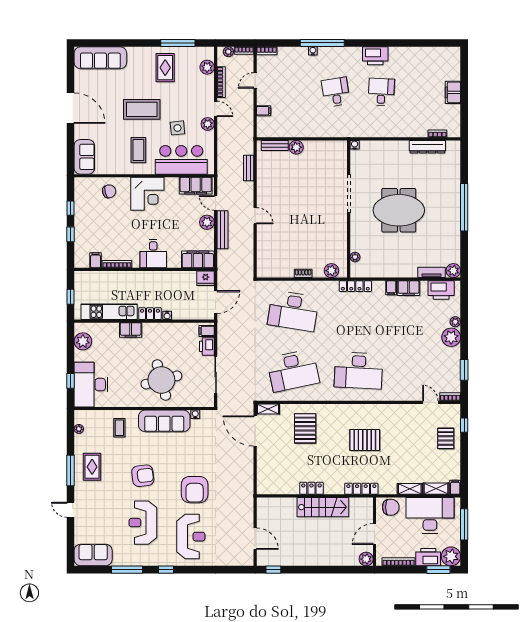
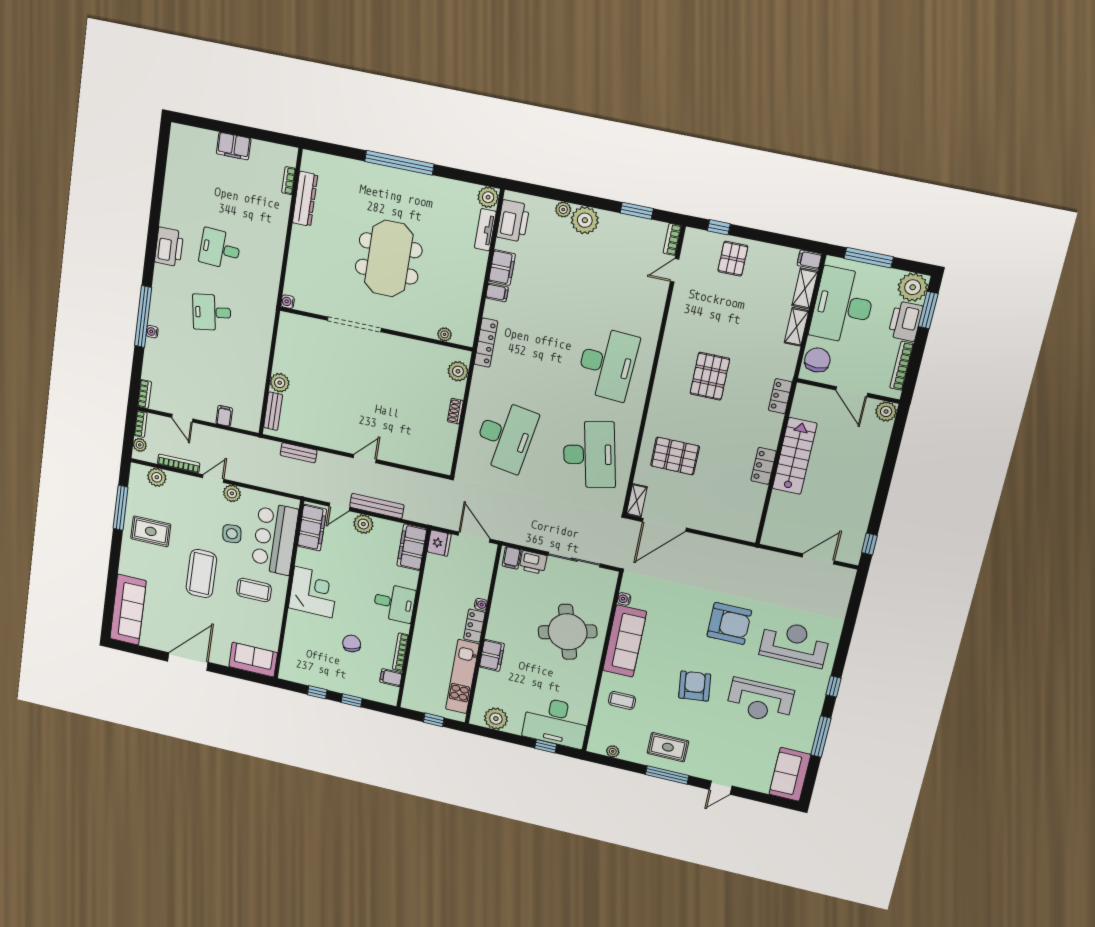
chair: (109, 191) -> (352, 643), moved
pallet: (446, 438) -> (733, 259), turned 90
locker: (361, 489) -> (780, 396), width x0.66

